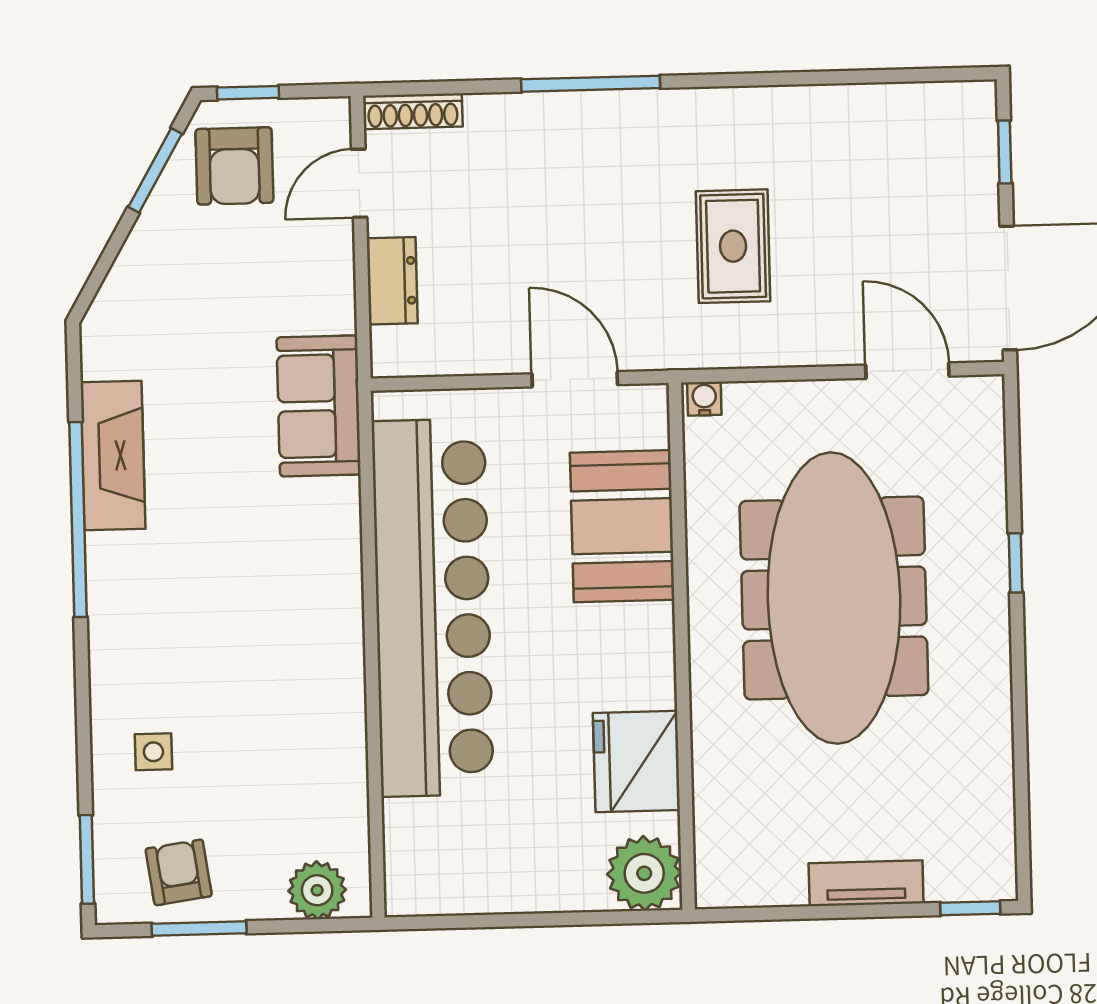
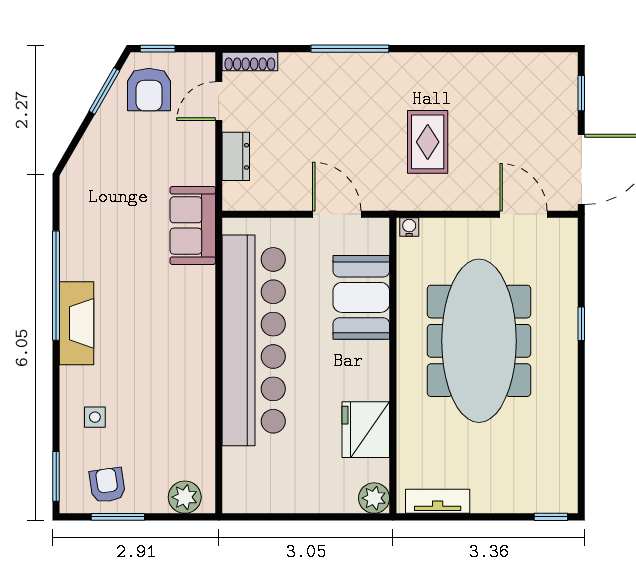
fireplace: (113, 456) -> (77, 323), moved
plant: (644, 873) -> (374, 498), width x0.73, depth x0.73
tv unit: (866, 883) -> (438, 501), moved

